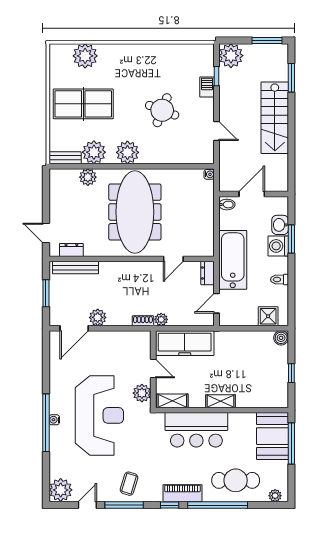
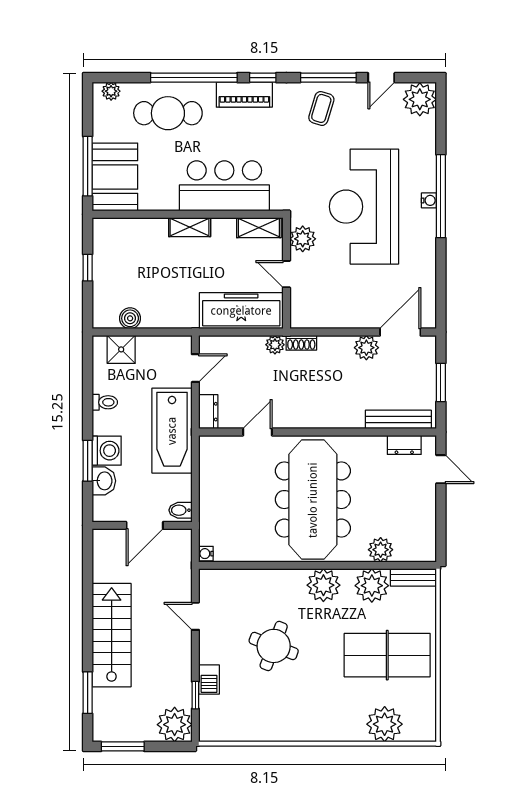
boiler: (281, 338) -> (130, 318), moved

